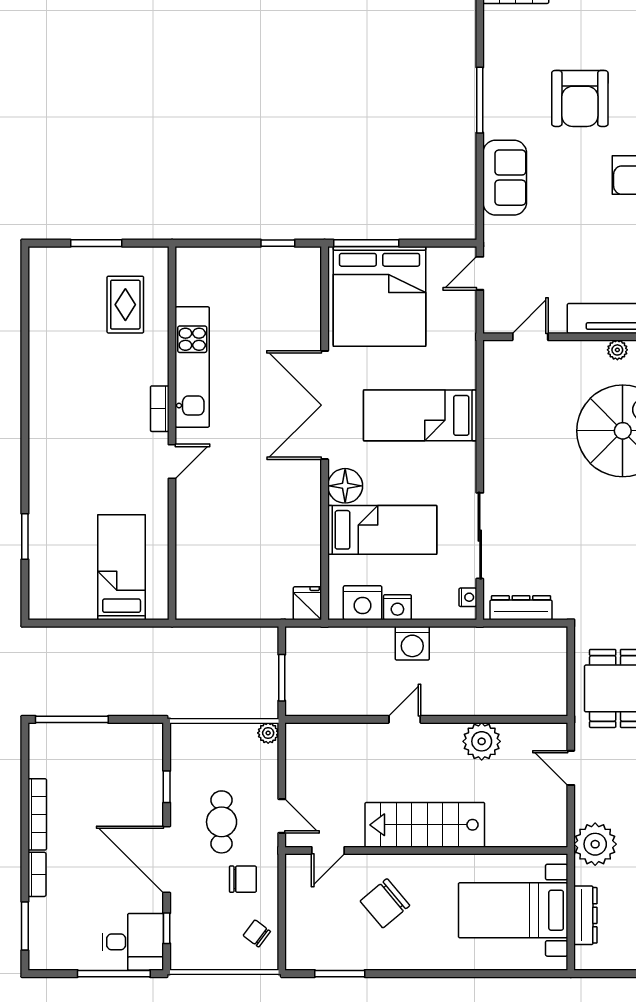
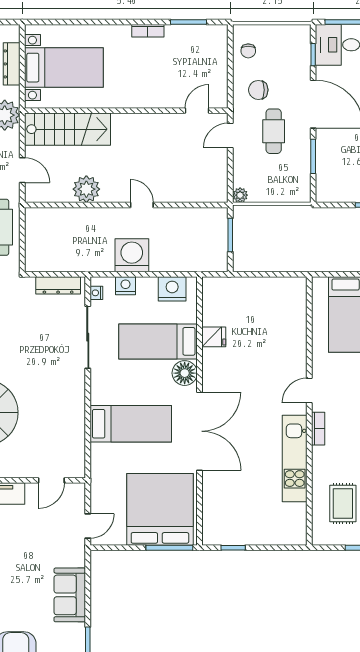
fridge: (307, 603) -> (214, 337), moved, turned -90
nightstand: (397, 607) -> (126, 286), moved
washing machine: (412, 643) -> (132, 255), width x1.37, depth x1.37
door: (405, 719) -> (142, 205), swing flipped
window: (167, 787) -> (313, 156), width x1.50
door: (282, 816) -> (230, 135), hinge flipped
stairs: (425, 825) -> (68, 129), moved
chair: (385, 903) -> (156, 73), removed
chair: (257, 933) -> (248, 51), turned 53
bookcase: (396, 961) -> (148, 31), added

